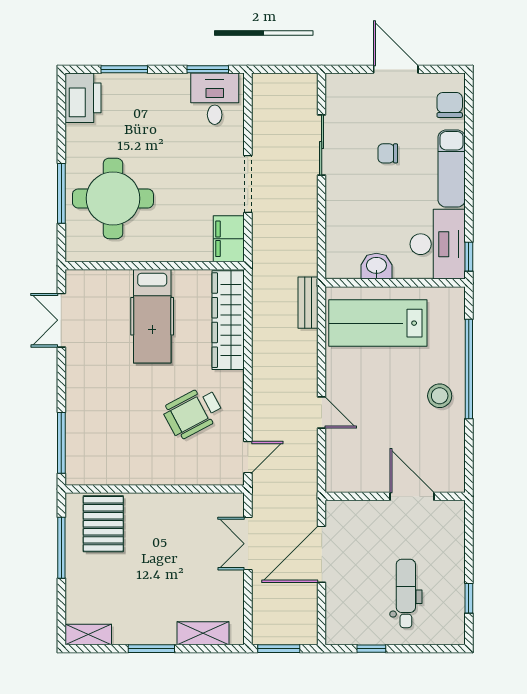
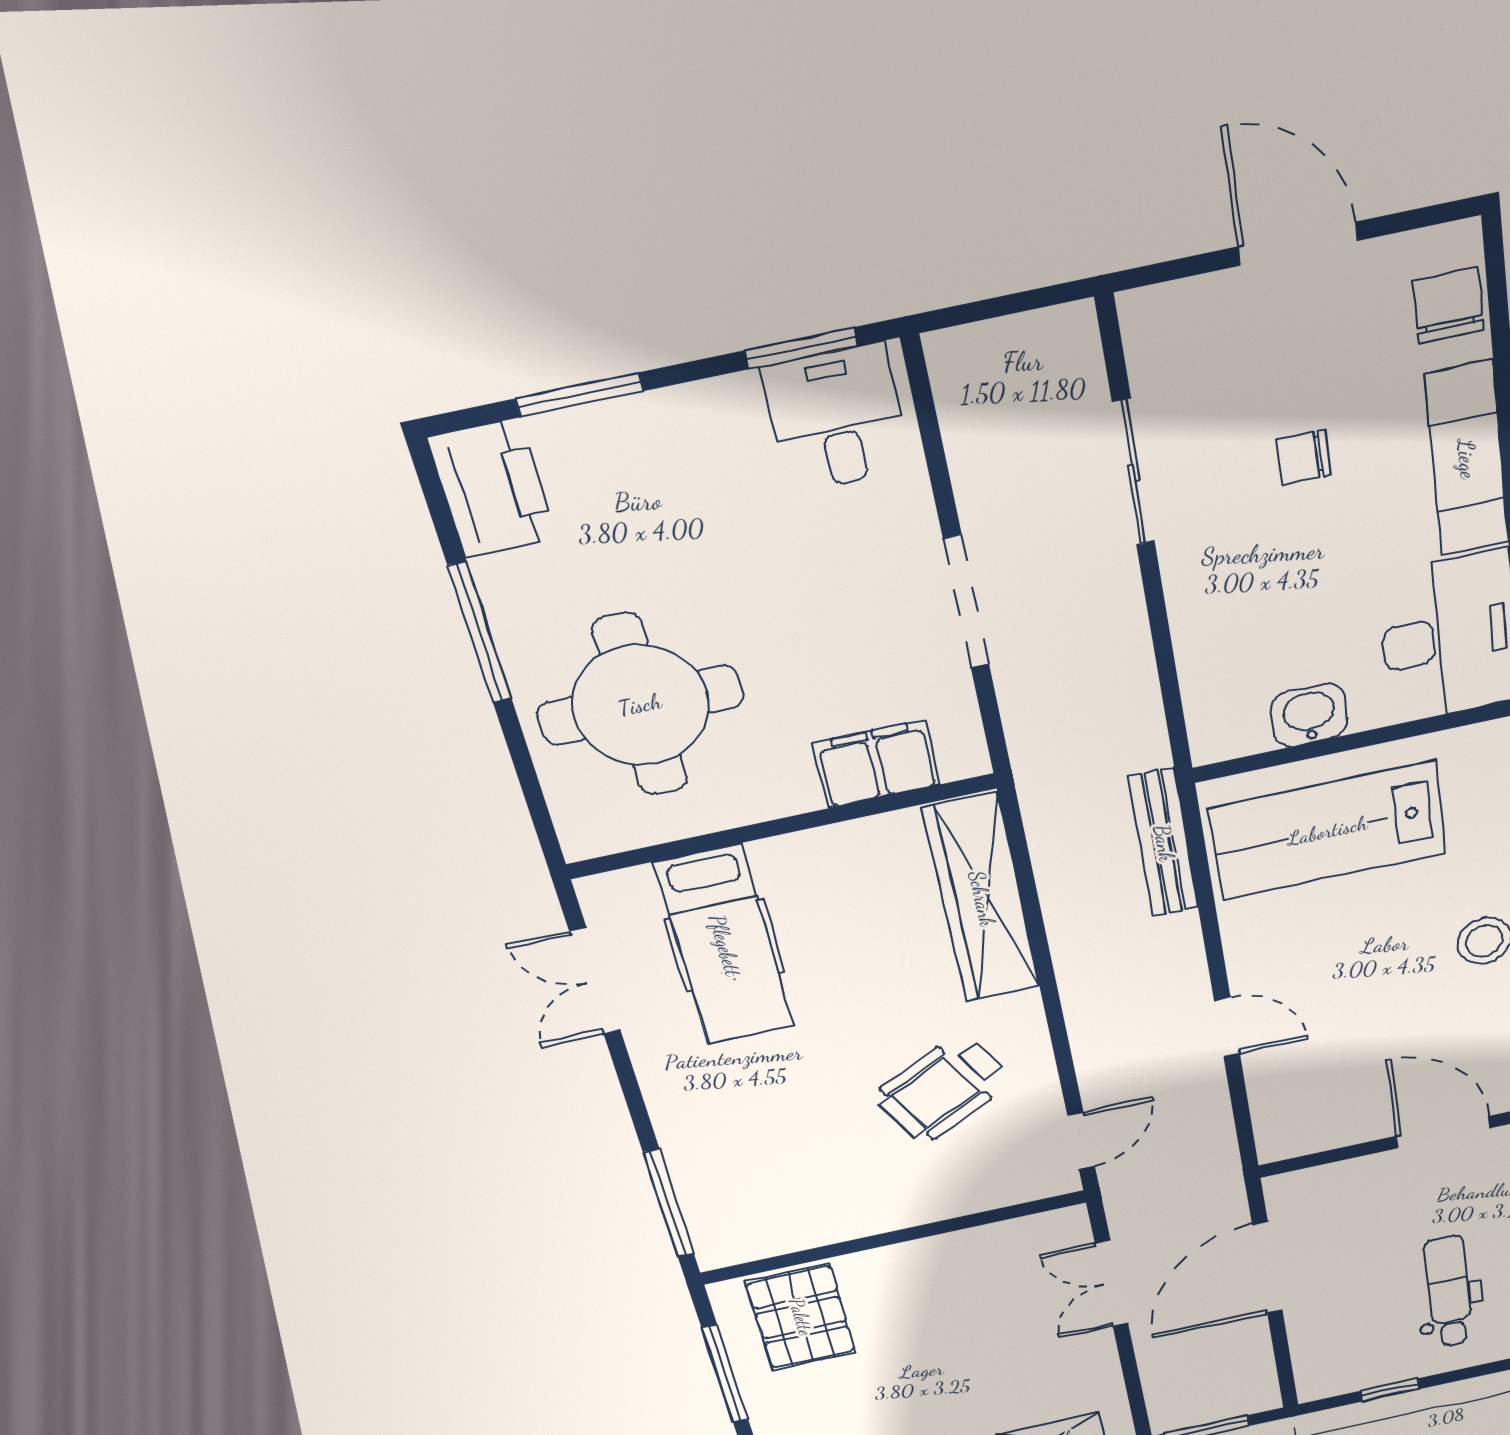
window: (61, 193) -> (480, 633), moved
filing cabinet: (229, 239) -> (877, 764), moved, turned 90
bench: (308, 303) -> (1164, 843), width x1.36
hospital bed: (152, 316) -> (725, 946), moved

